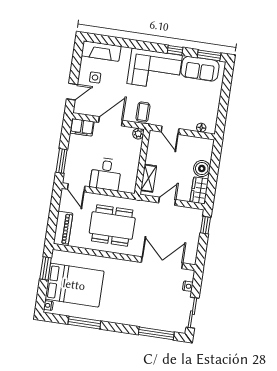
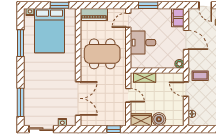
coffee table: (143, 112) -> (200, 76), moved
door: (170, 130) -> (186, 89), hinge flipped
dining table: (112, 225) -> (102, 54), turned 90

